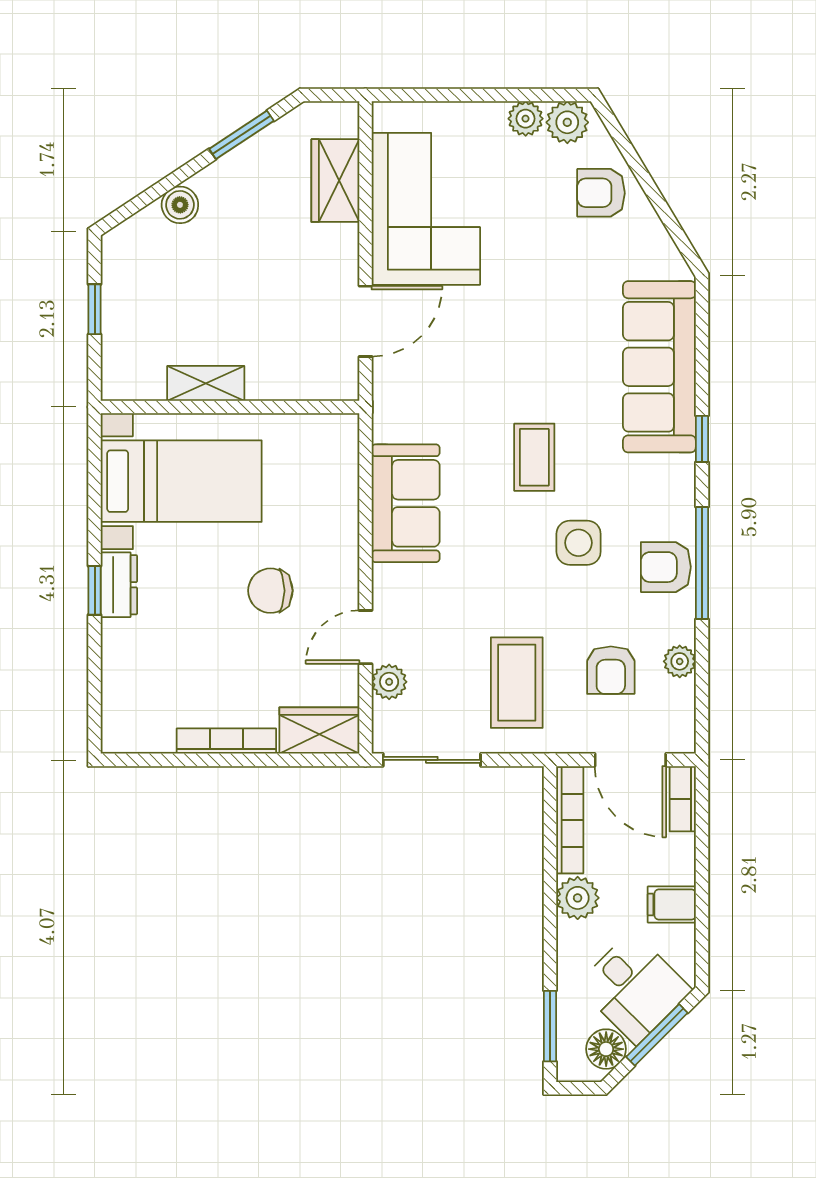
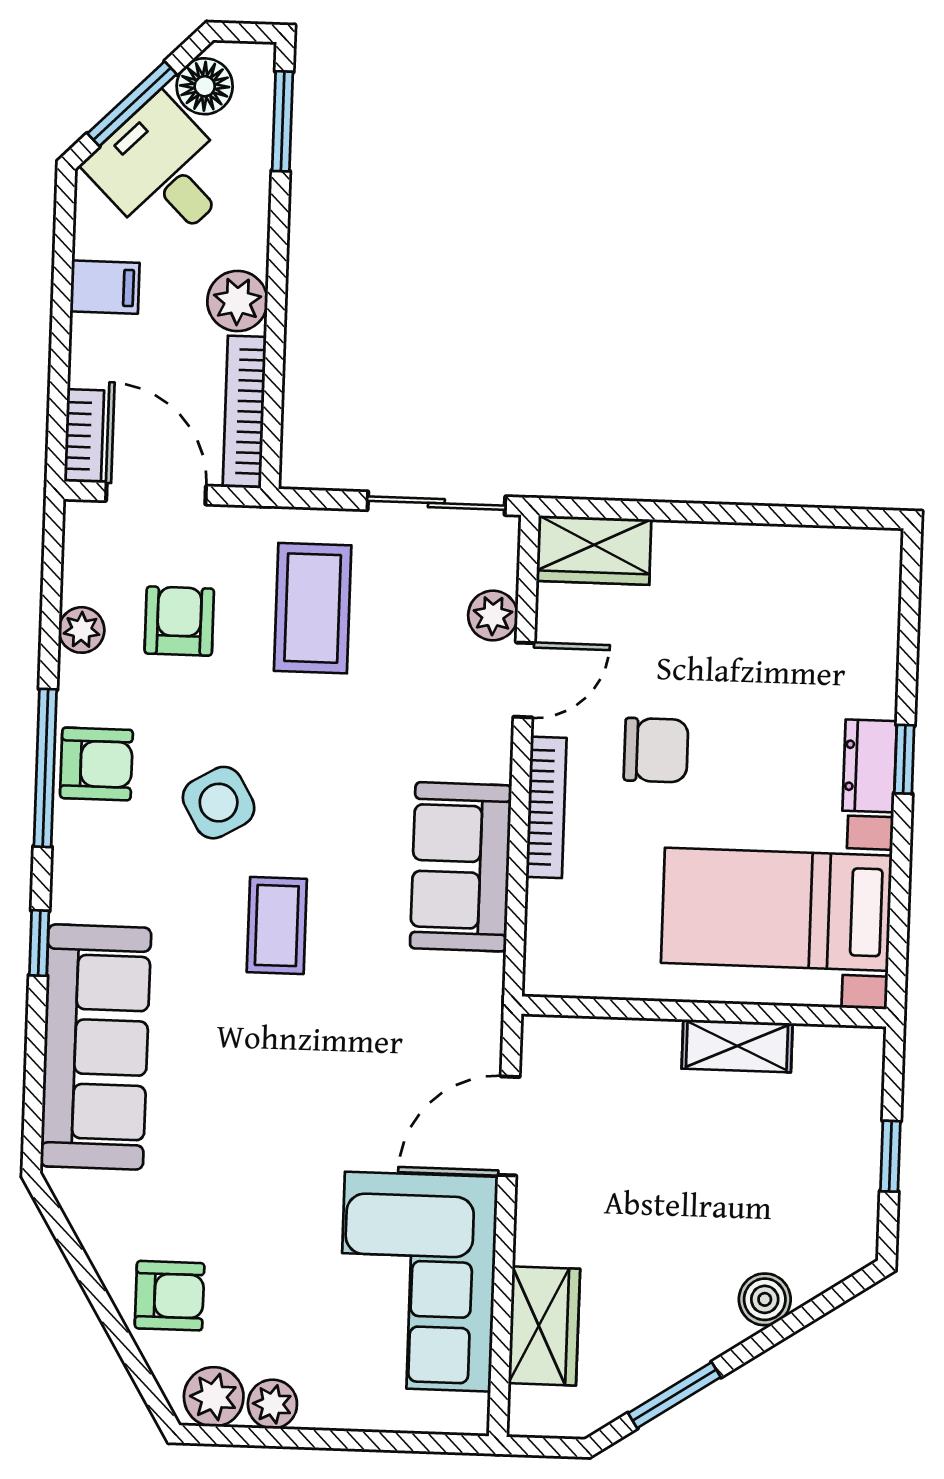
side table: (579, 543) -> (219, 803), turned -30
bookcase: (226, 741) -> (546, 807), moved, turned -90

